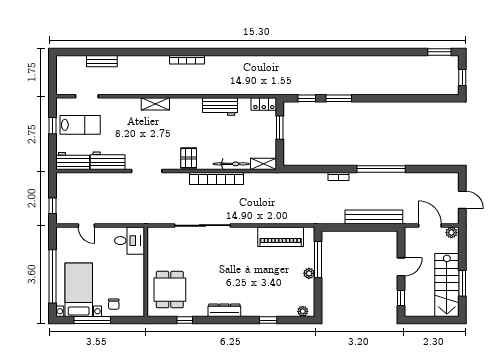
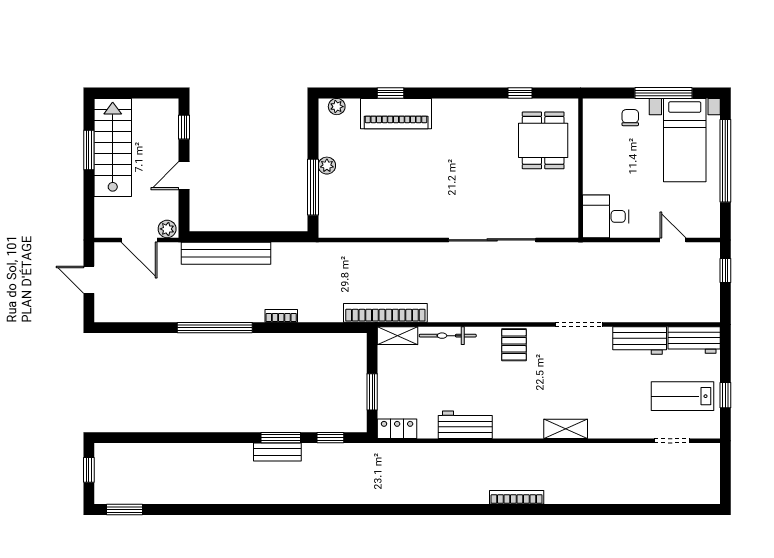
bench: (102, 61) -> (277, 452), moved
bookcase: (217, 178) -> (385, 313), moved
plant: (451, 233) -> (167, 229), moved
piano: (281, 237) -> (396, 114), moved, turned 180
dresser: (224, 310) -> (458, 108), removed

